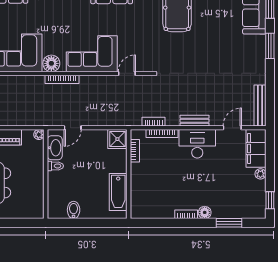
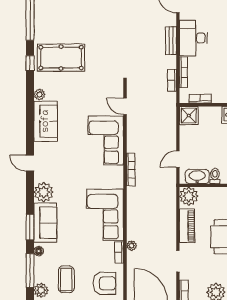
floor lamp: (51, 63) -> (115, 180), removed
door: (73, 128) -> (178, 159), swing flipped
plant: (39, 135) -> (189, 196), width x1.87, depth x1.87

